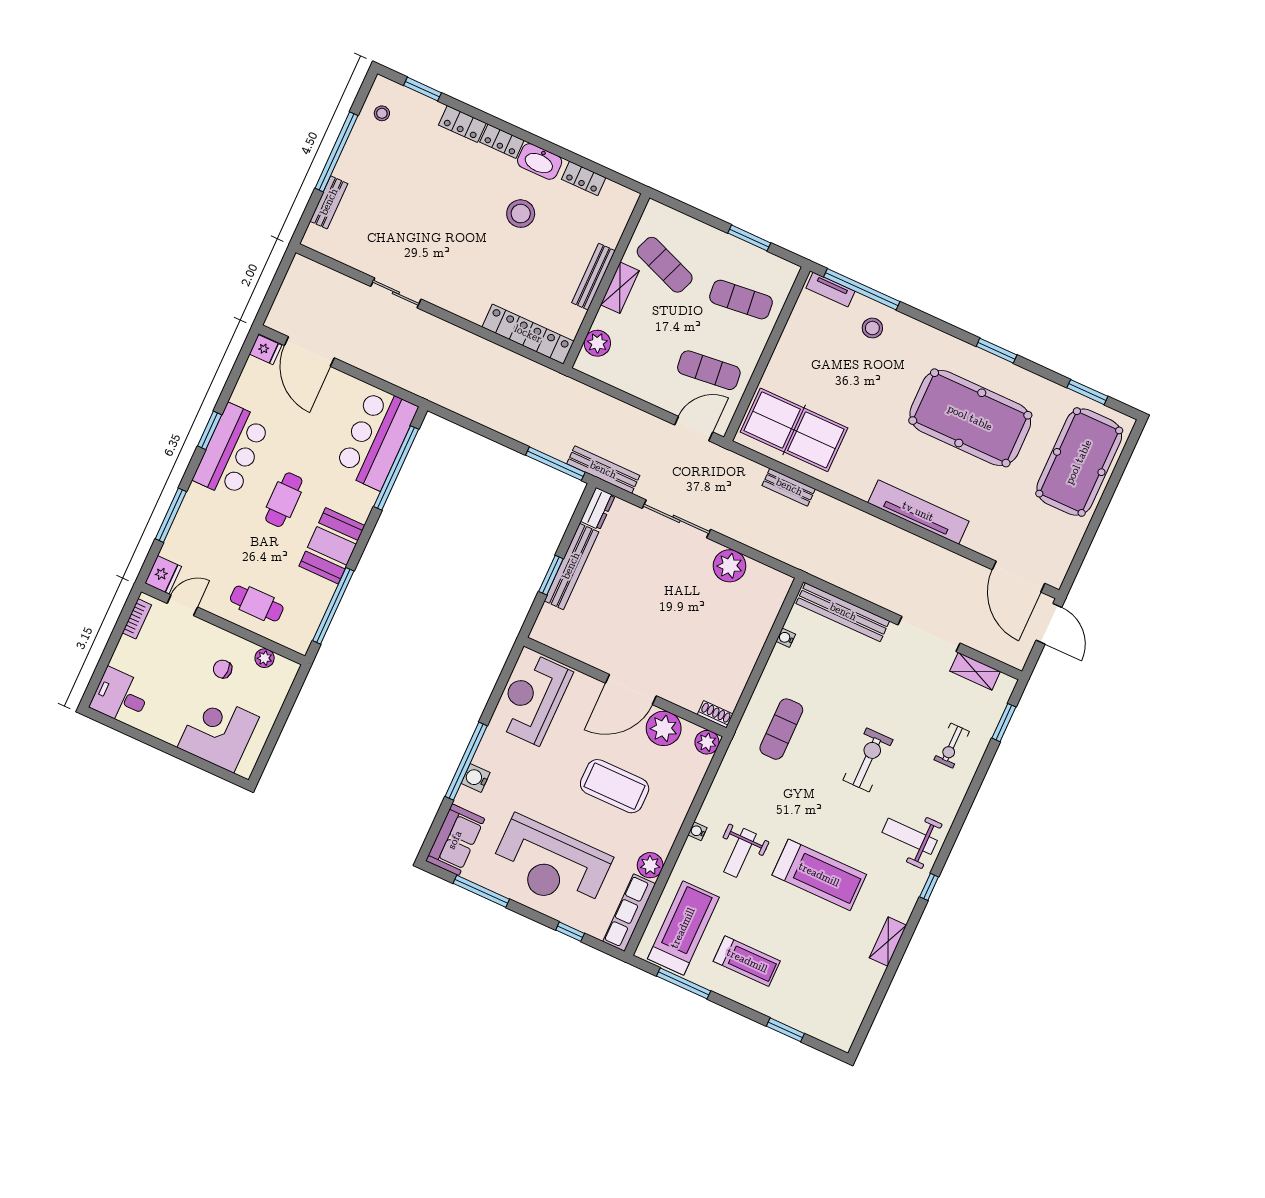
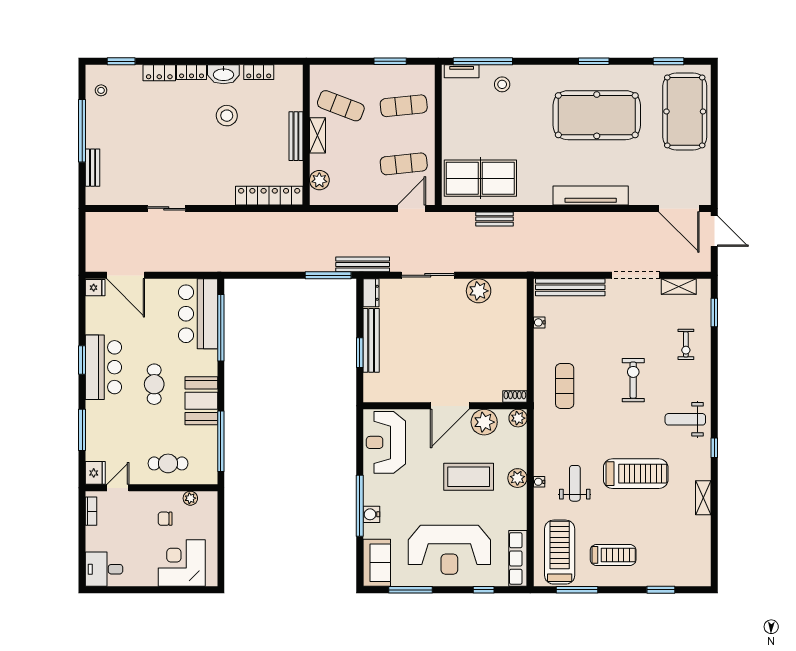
weight bench: (740, 853) -> (575, 483), turned 180
plant: (650, 865) -> (517, 478), moved

